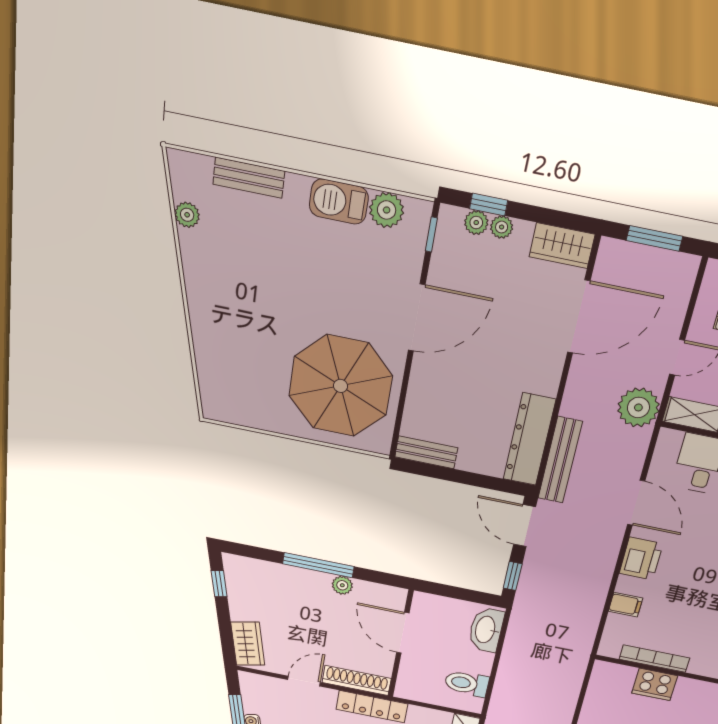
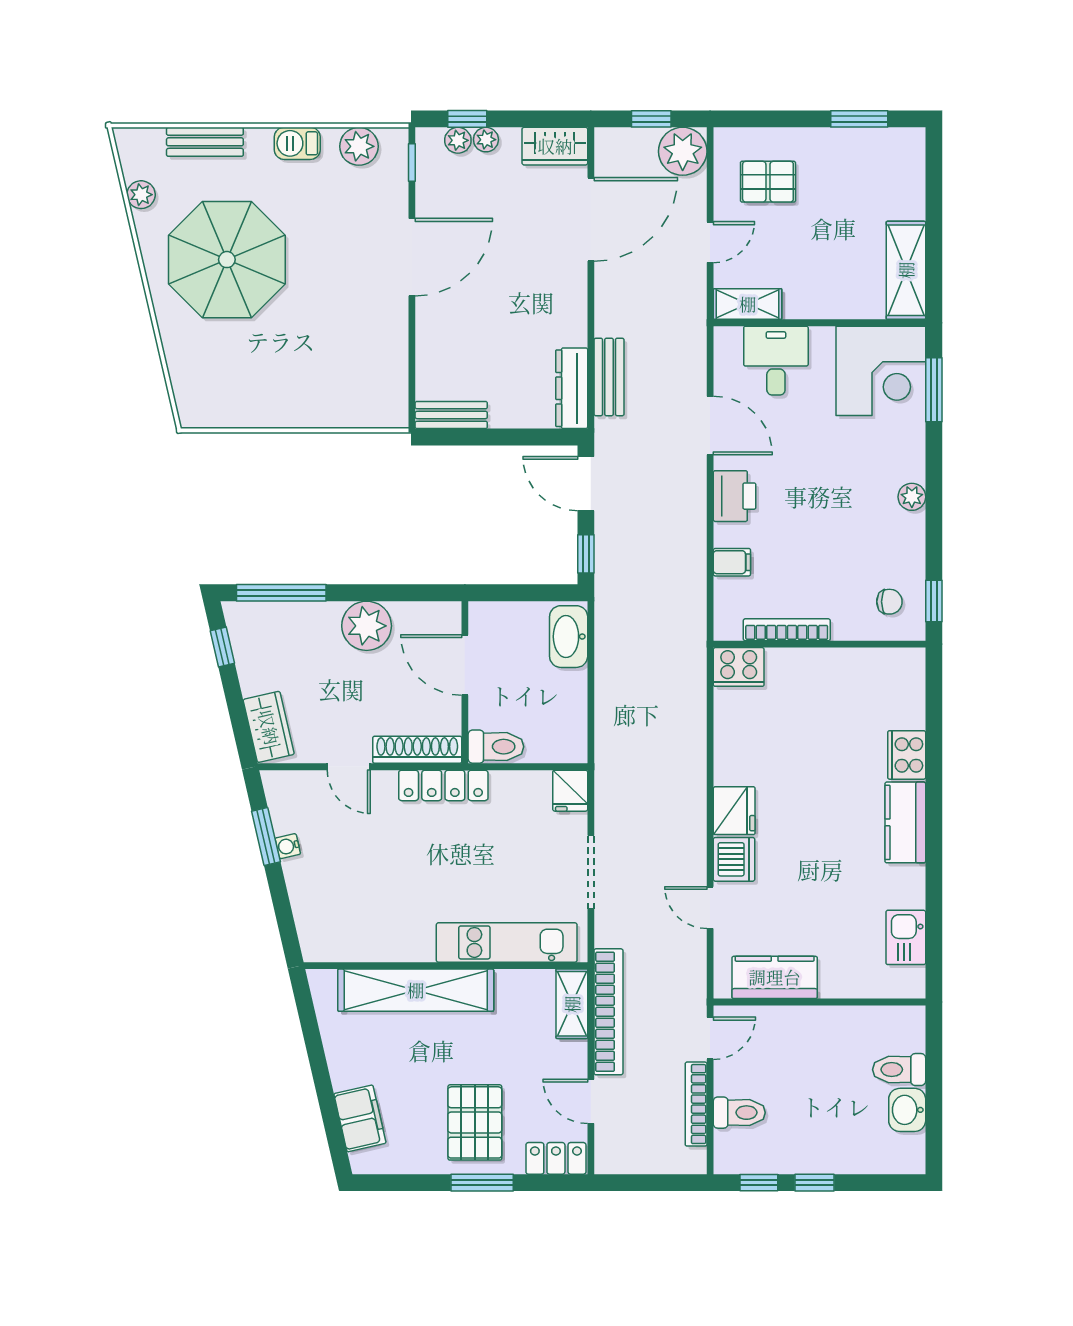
barbecue: (339, 202) -> (297, 143), width x0.73, depth x0.79
window: (654, 238) -> (651, 119), width x0.67
parasol: (341, 386) -> (227, 260), moved
plant: (638, 407) -> (683, 151), moved
dresser: (529, 440) -> (572, 388), width x0.73, depth x0.80
bench: (560, 460) -> (609, 377), width x0.73
window: (318, 565) -> (281, 593), moved
plant: (342, 585) -> (367, 626), width x1.88, depth x1.88
door: (304, 681) -> (349, 767), swing flipped
toilet: (467, 683) -> (496, 747), moved, turned 180
cooker: (655, 684) -> (739, 667), moved

